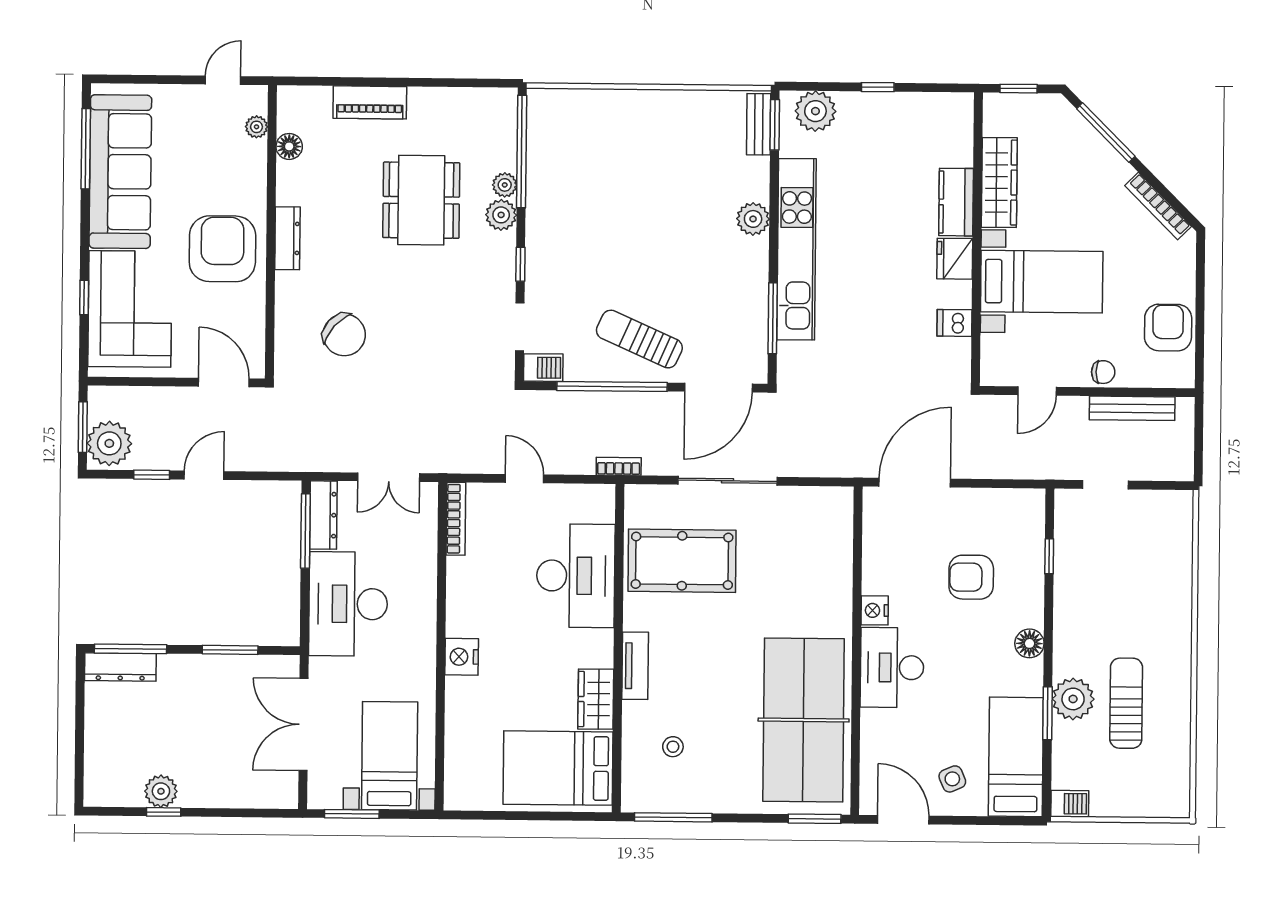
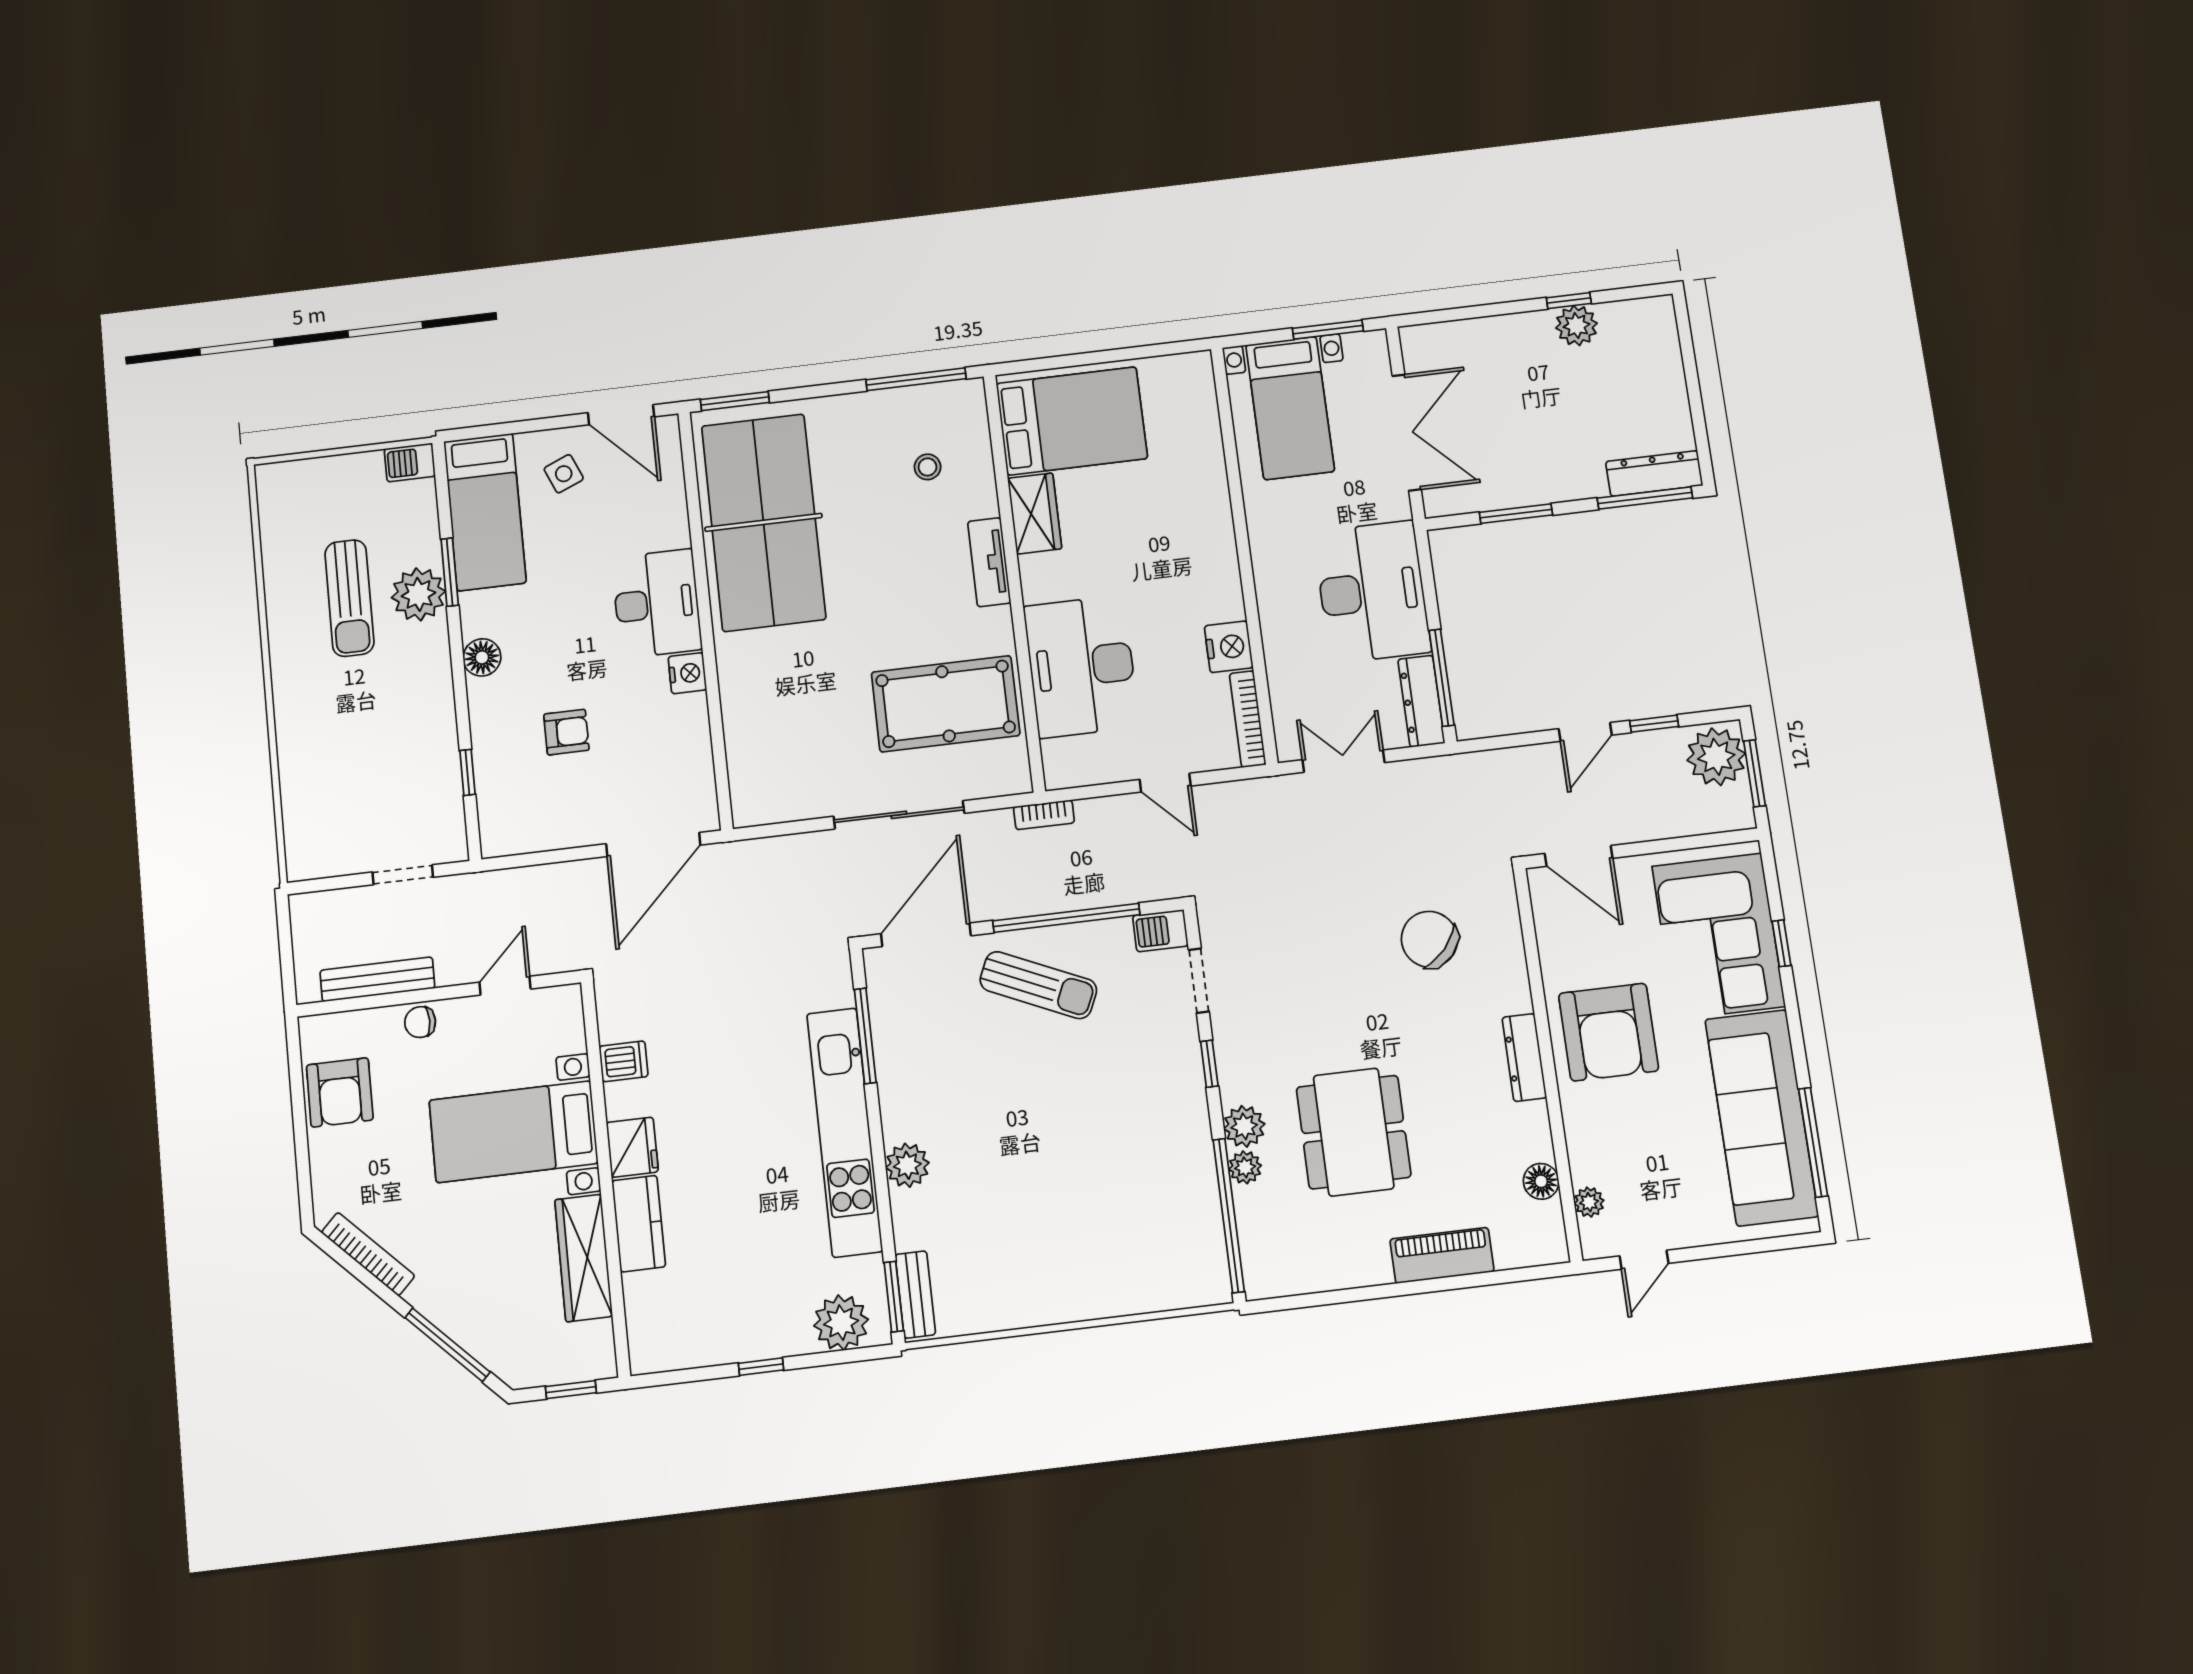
armchair: (971, 577) -> (566, 732), width x0.72, depth x0.72
nightstand: (462, 657) -> (1229, 647), moved

